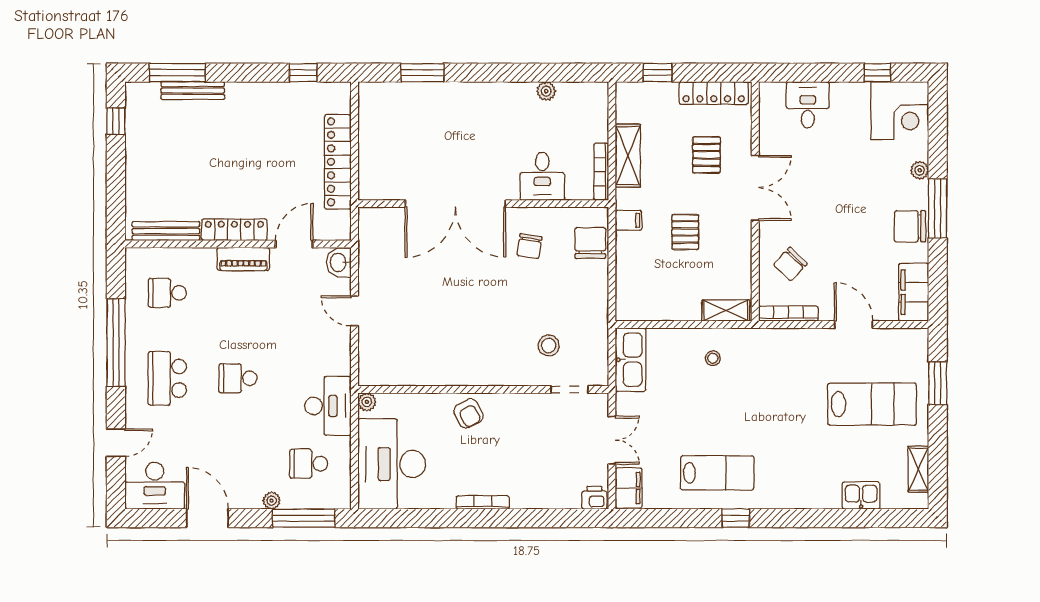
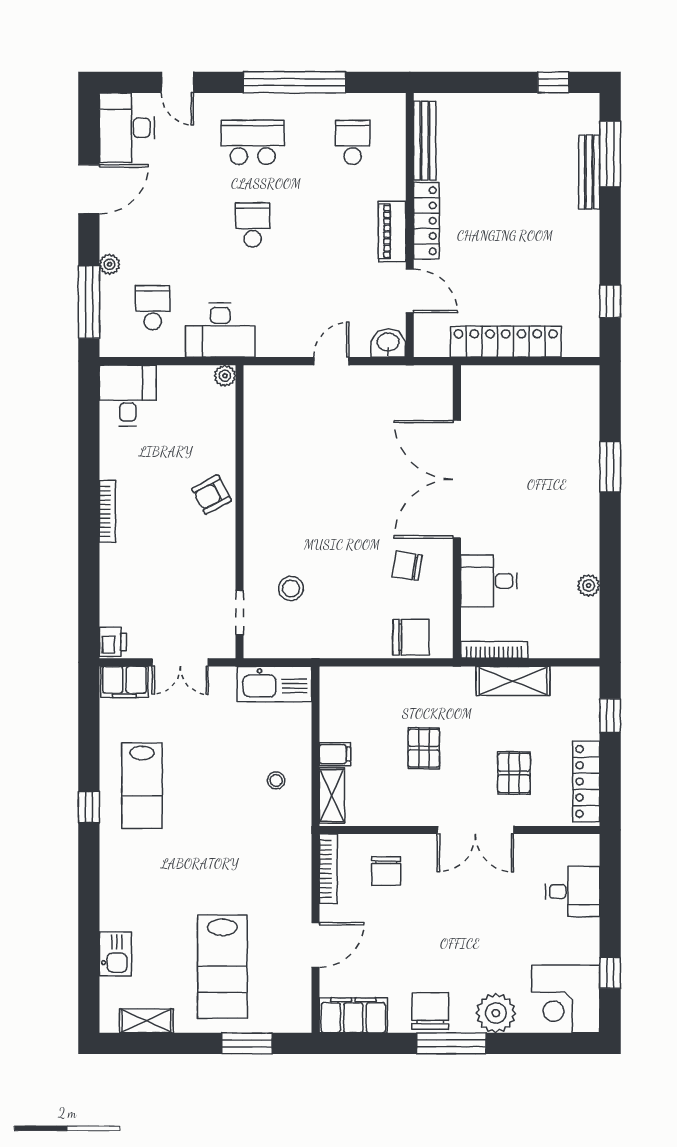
window: (422, 73) -> (610, 467), moved
pallet: (706, 155) -> (514, 773), turned 90
plant: (920, 170) -> (496, 1013), width x1.88, depth x1.88
filing cabinet: (628, 220) -> (335, 754), moved, turned -90
pallet: (685, 232) -> (424, 748), turned 90
chair: (790, 264) -> (386, 871), turned -133
desk: (392, 464) -> (128, 396), width x0.53, depth x0.77

